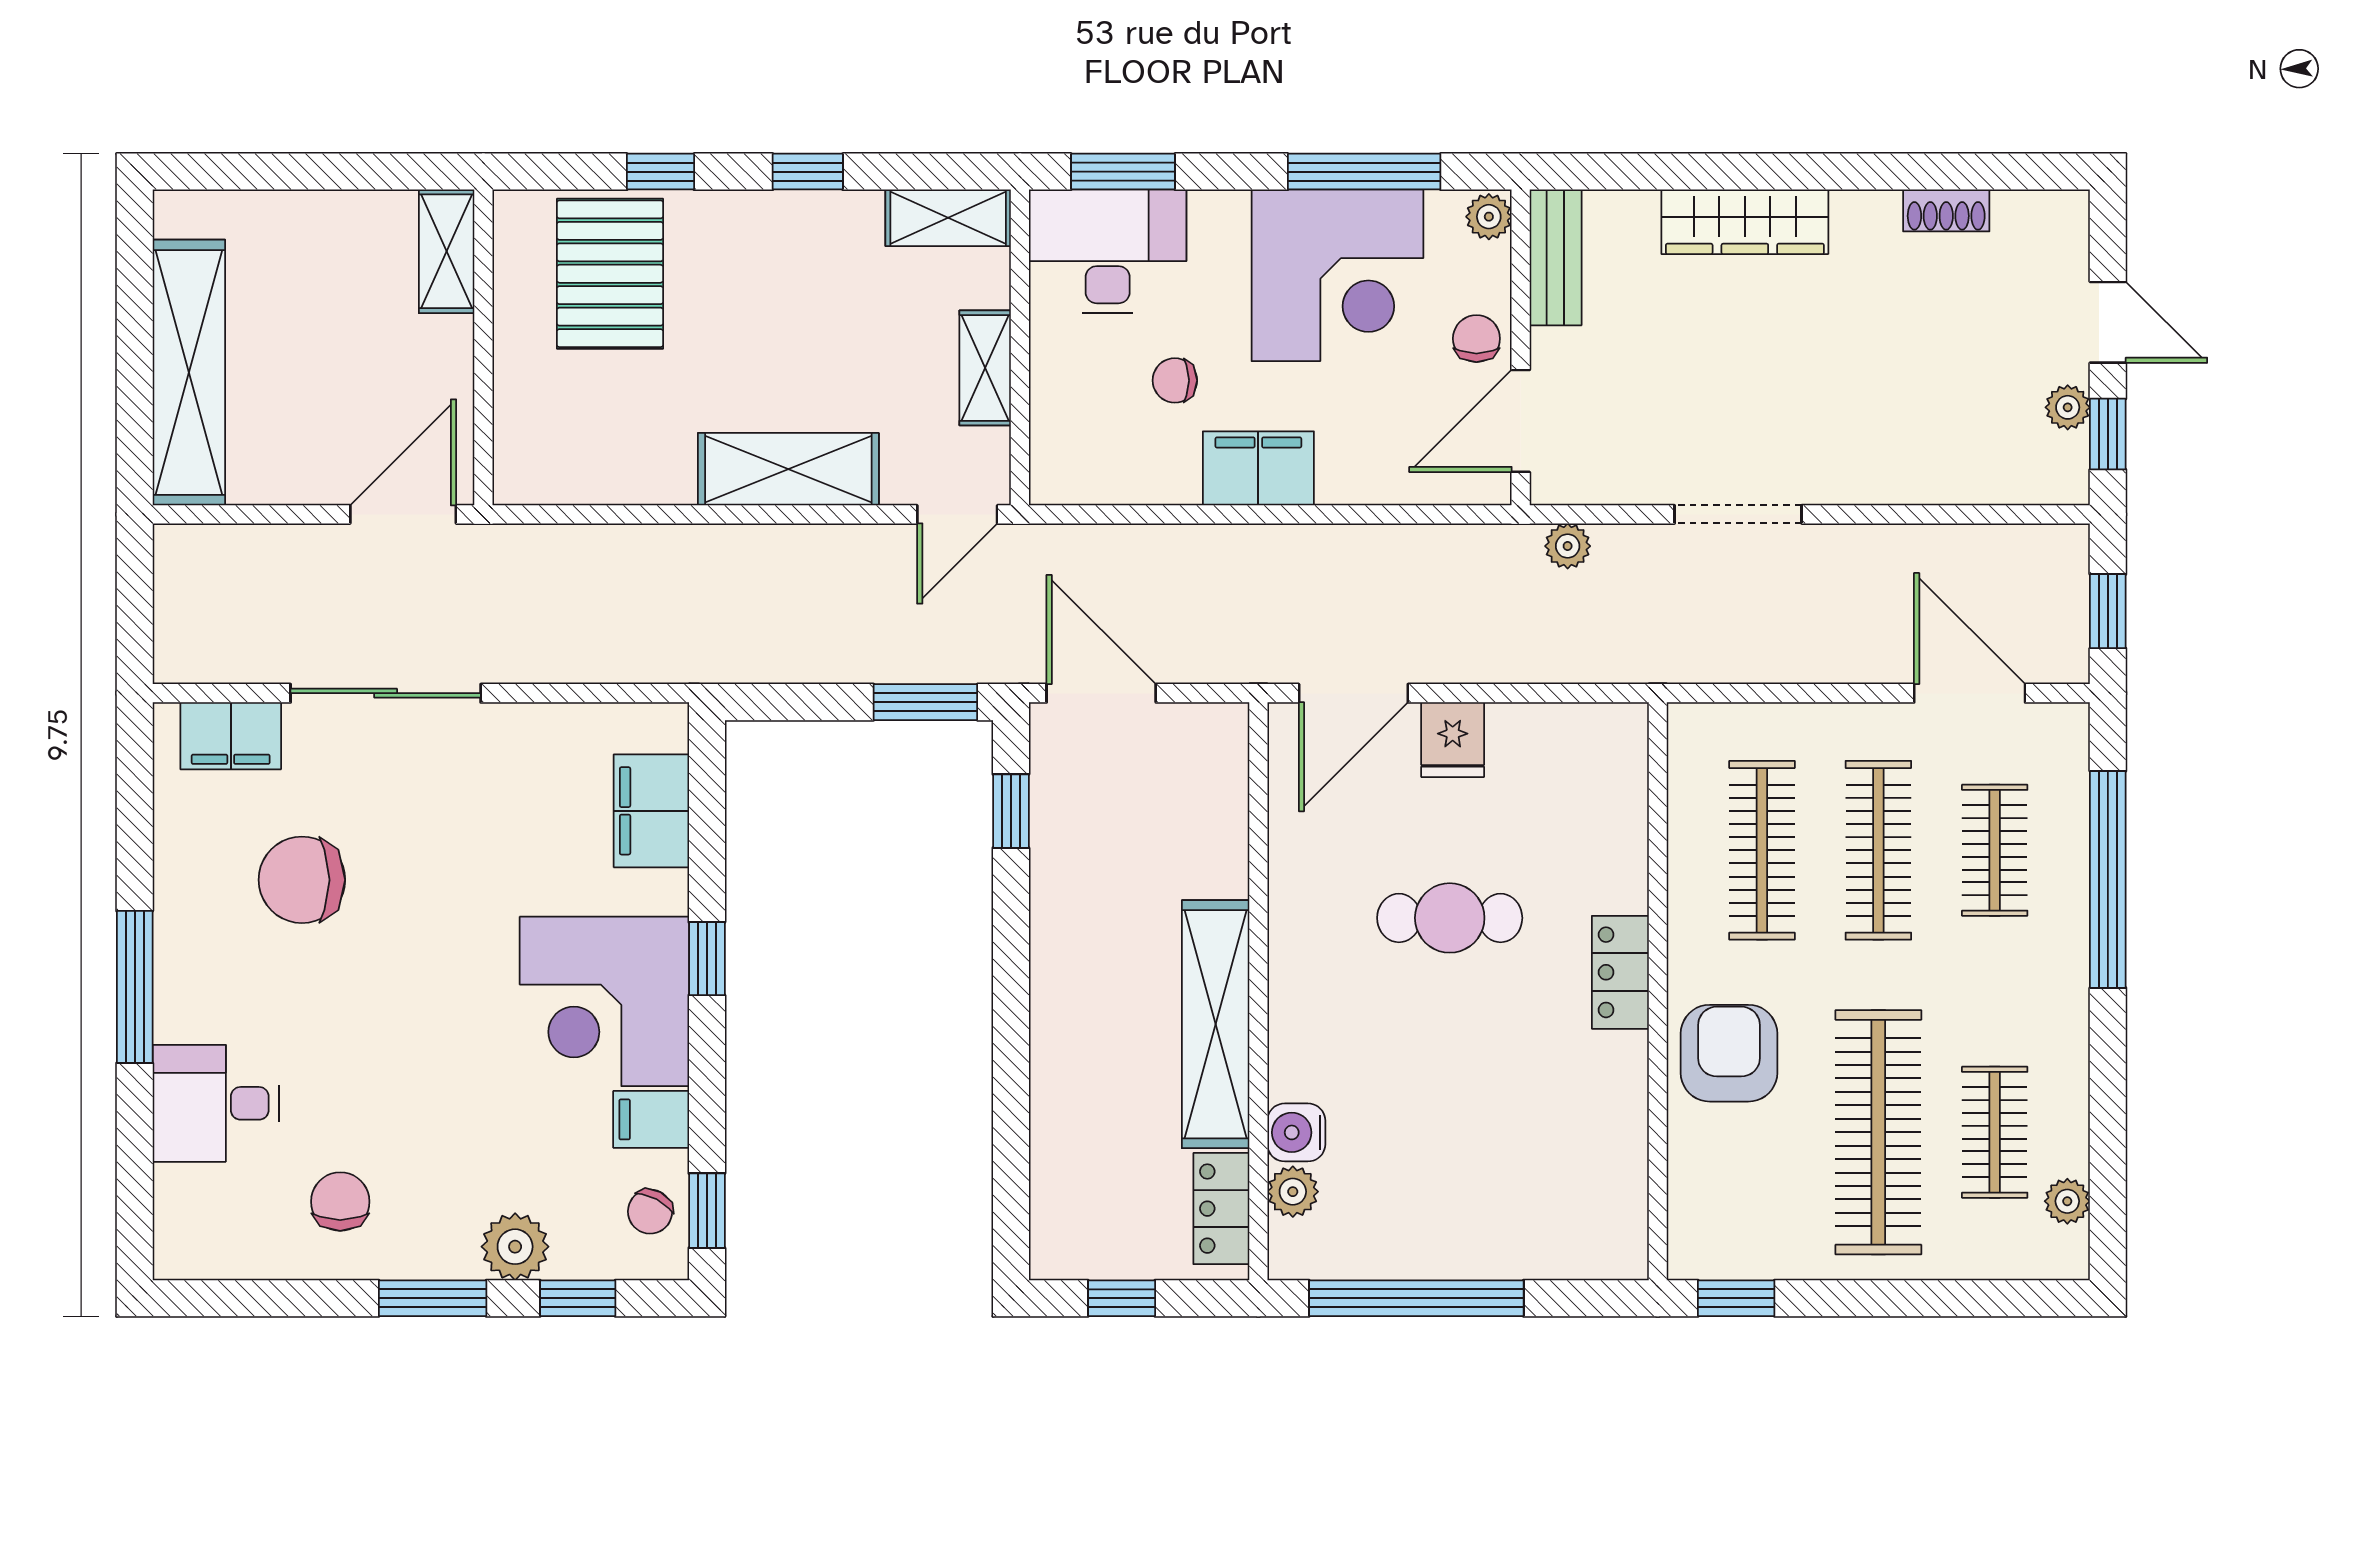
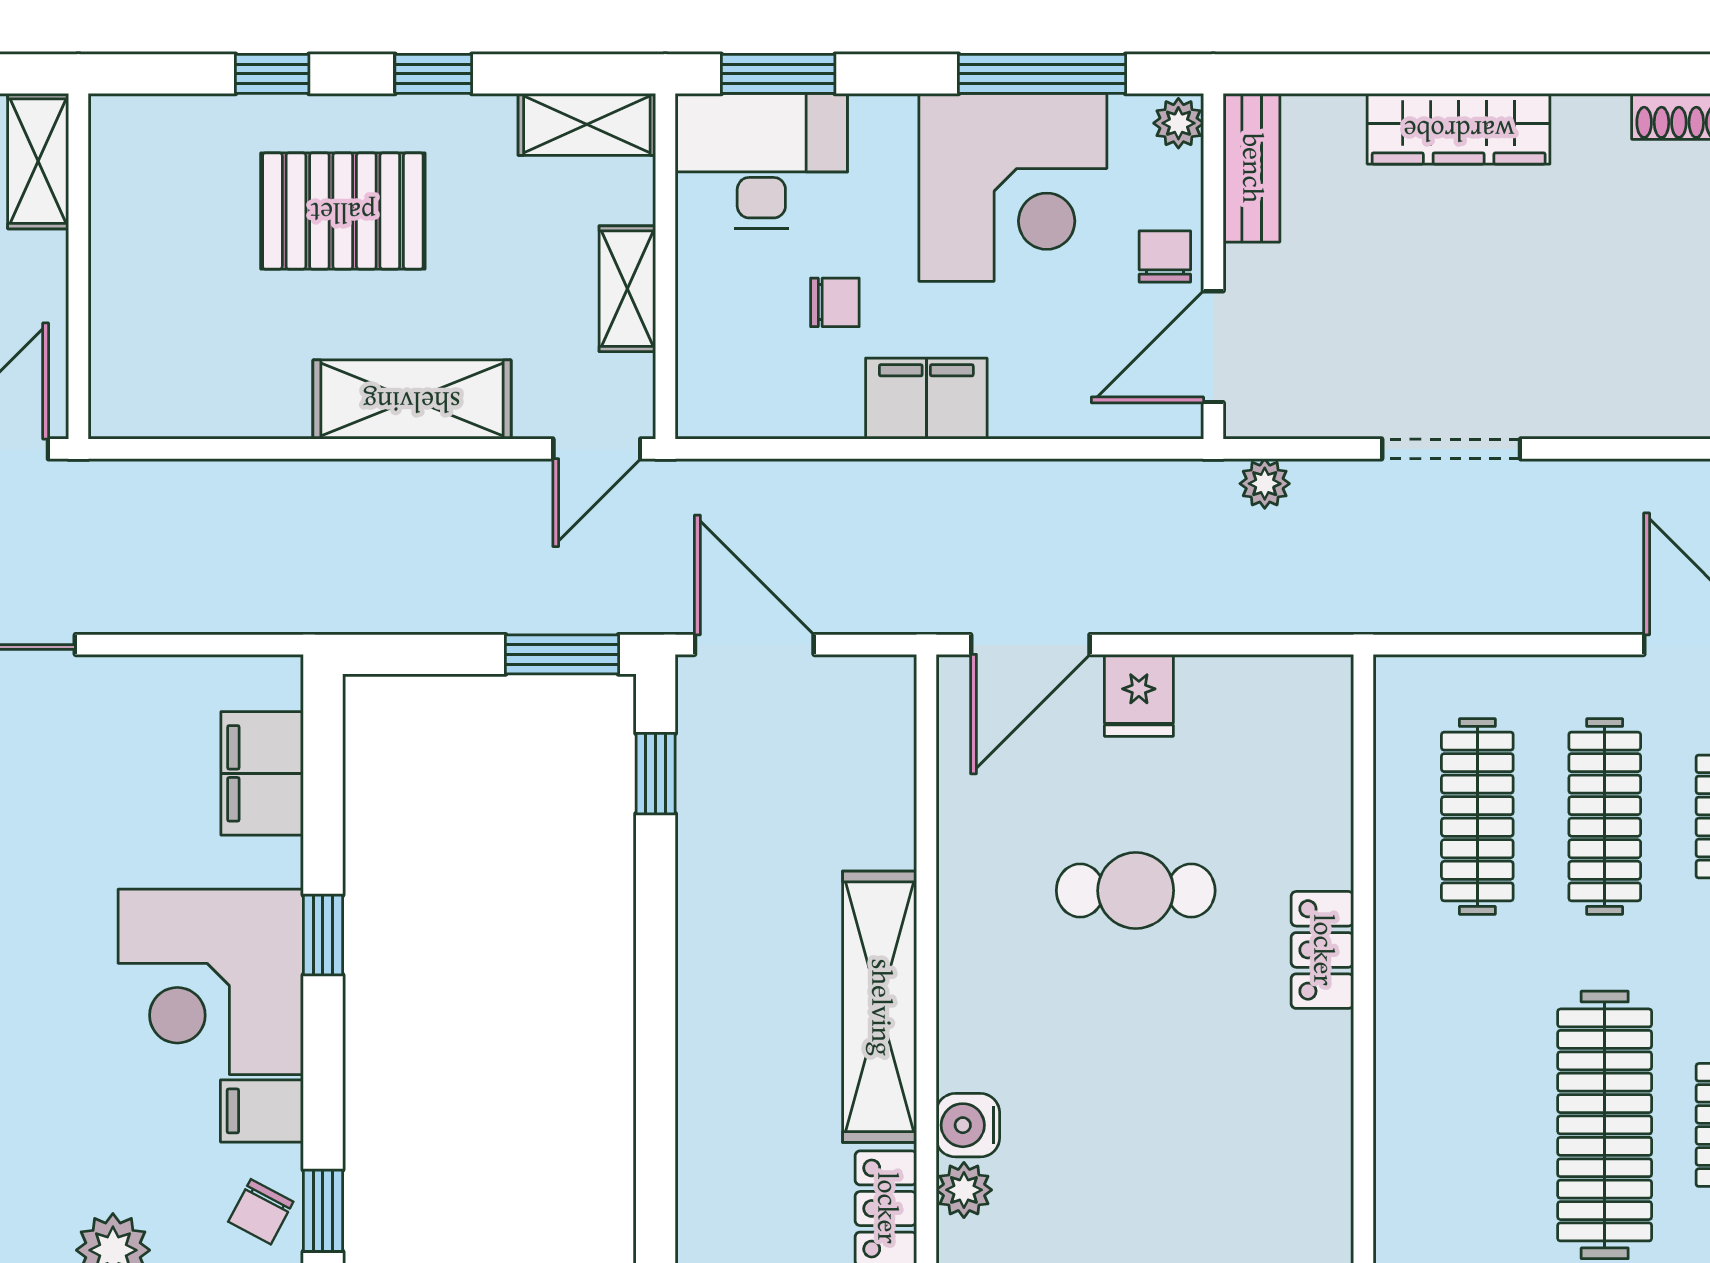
pallet: (610, 274) -> (343, 211), moved, turned 90
chair: (1175, 380) -> (835, 302), turned 180
armchair: (1729, 1053) -> (1441, 1038), removed

